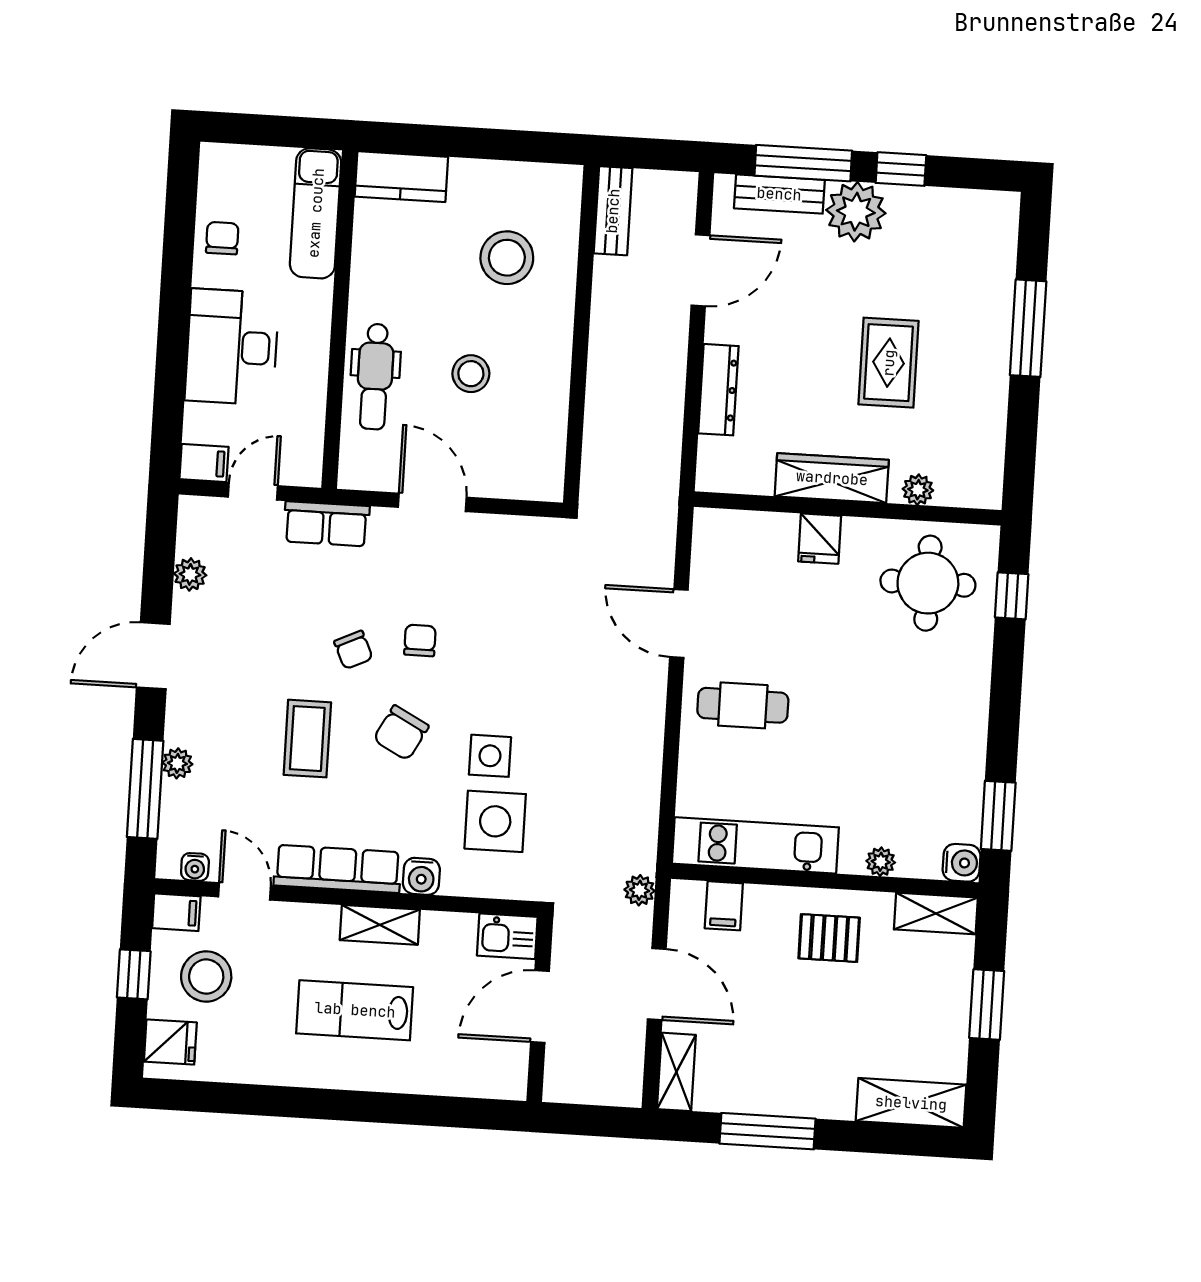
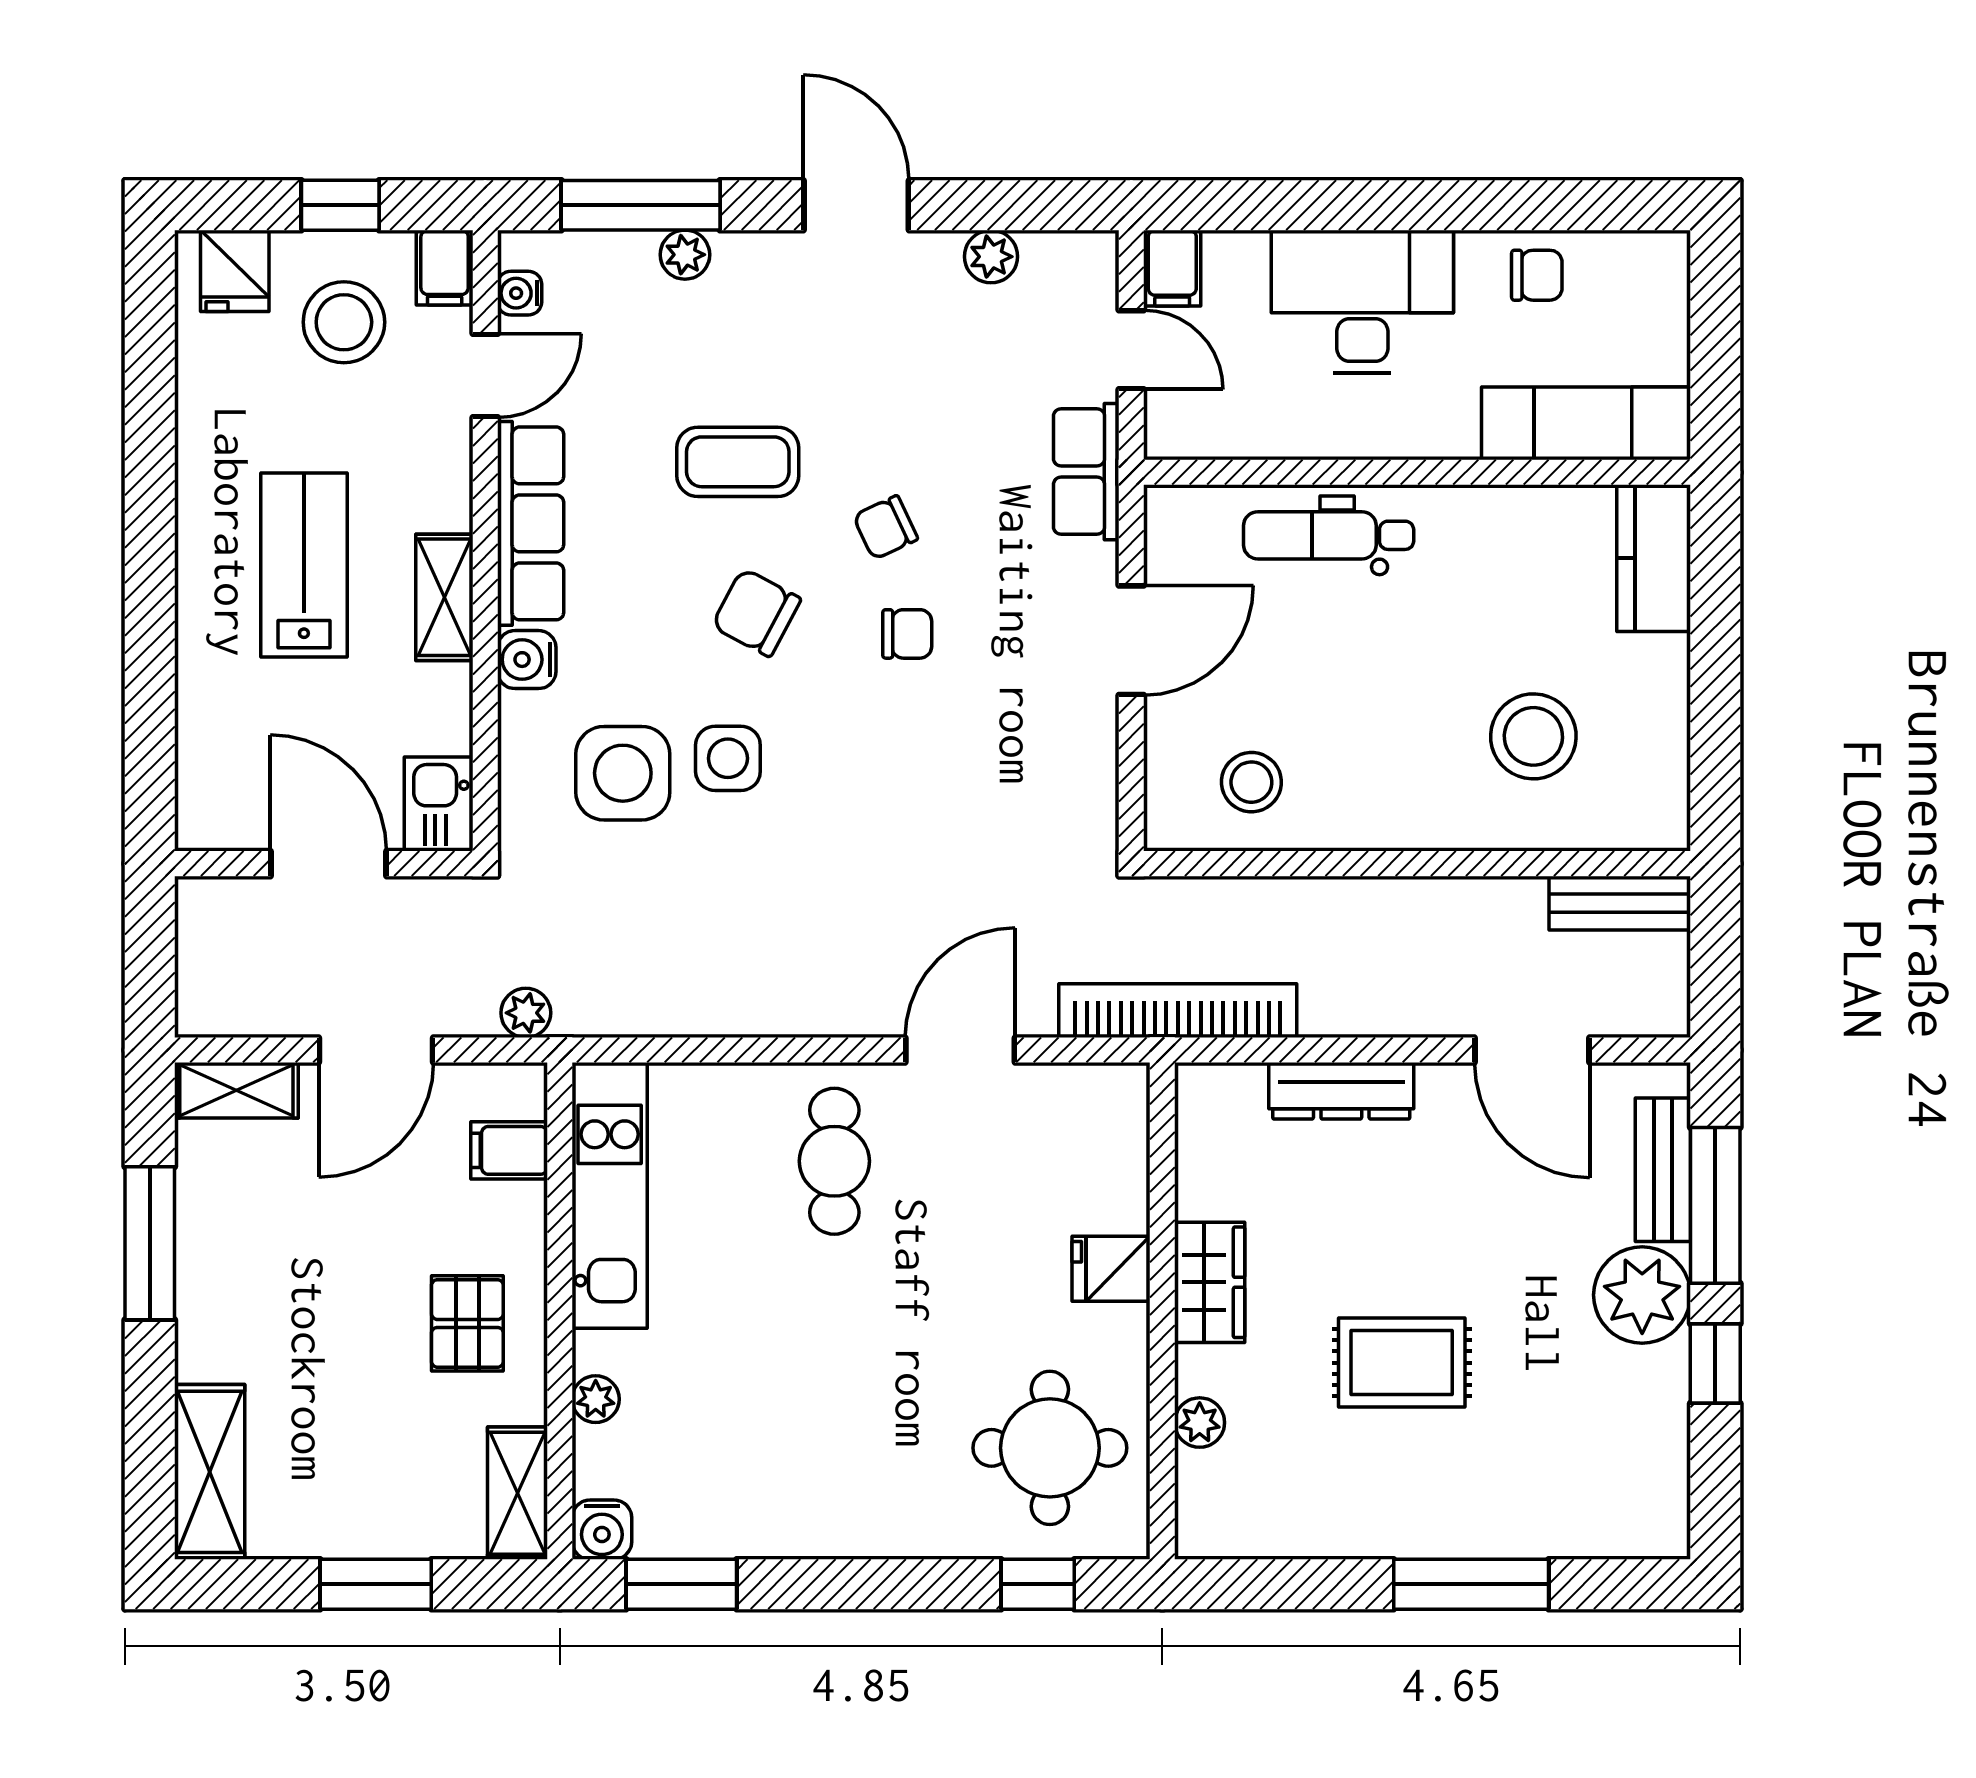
stool: (471, 374) -> (1251, 782), moved
wardrobe: (832, 478) -> (1210, 1282), width x0.67
bookcase: (663, 488) -> (1178, 1011), added

